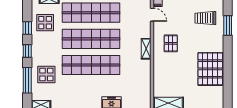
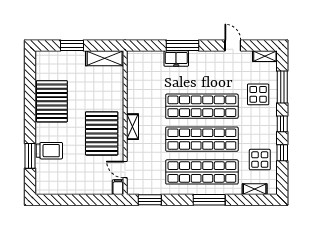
trolley: (205, 18) -> (49, 151), moved
pallet: (171, 43) -> (102, 133), width x2.05, depth x2.00

